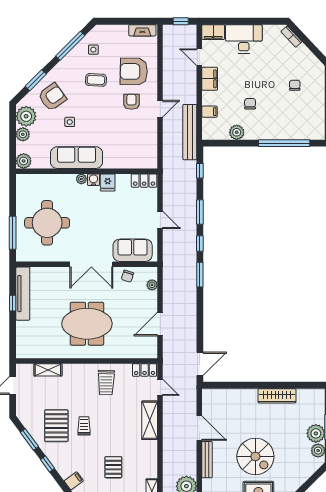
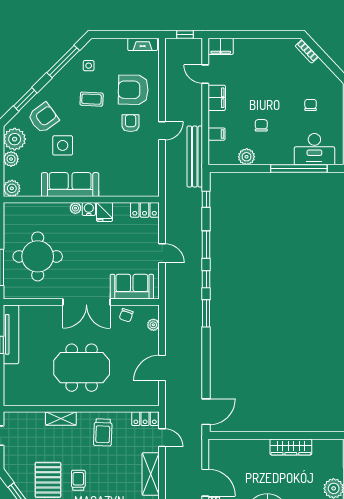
desk: (244, 39) -> (314, 149), moved, turned 180
side table: (70, 122) -> (63, 145), width x1.87, depth x1.87
shelving: (48, 370) -> (61, 418), moved

